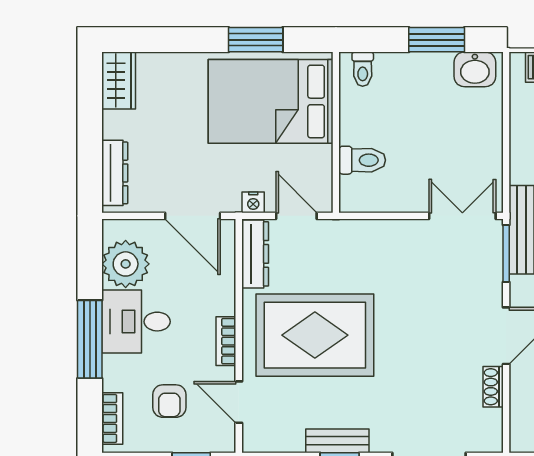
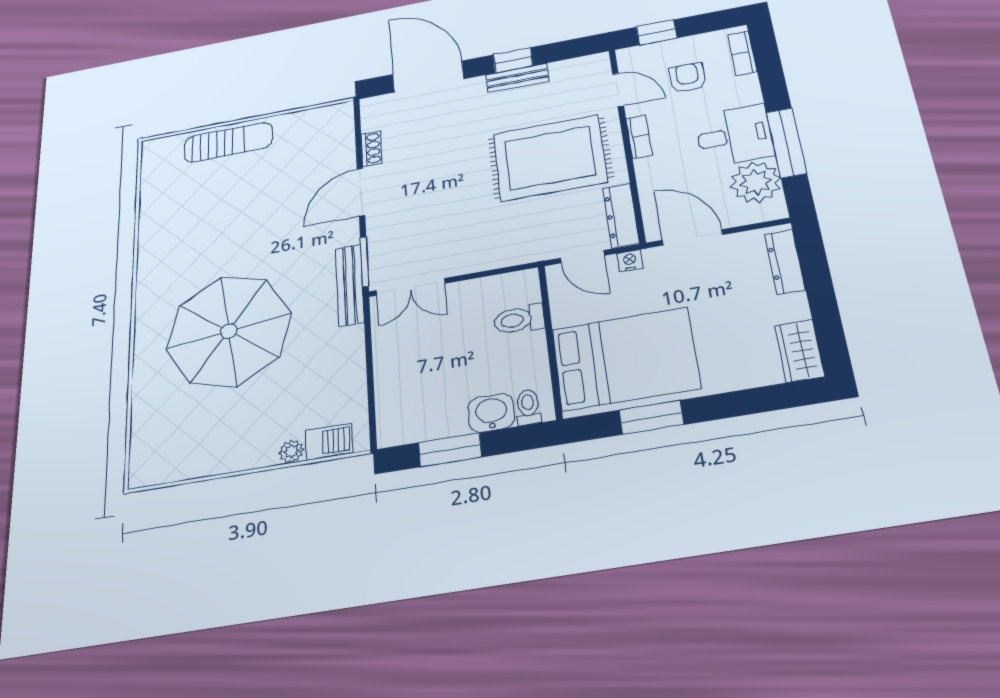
washbasin: (475, 69) -> (491, 413), moved
window: (90, 339) -> (786, 143), moved

